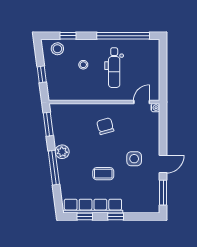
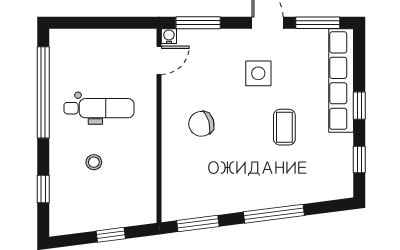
stool: (57, 49) -> (66, 207), removed
door: (142, 102) -> (159, 60), swing flipped
window: (163, 124) -> (198, 23), added
plant: (62, 152) -> (246, 199), removed
row of seats: (93, 206) -> (341, 81), moved

